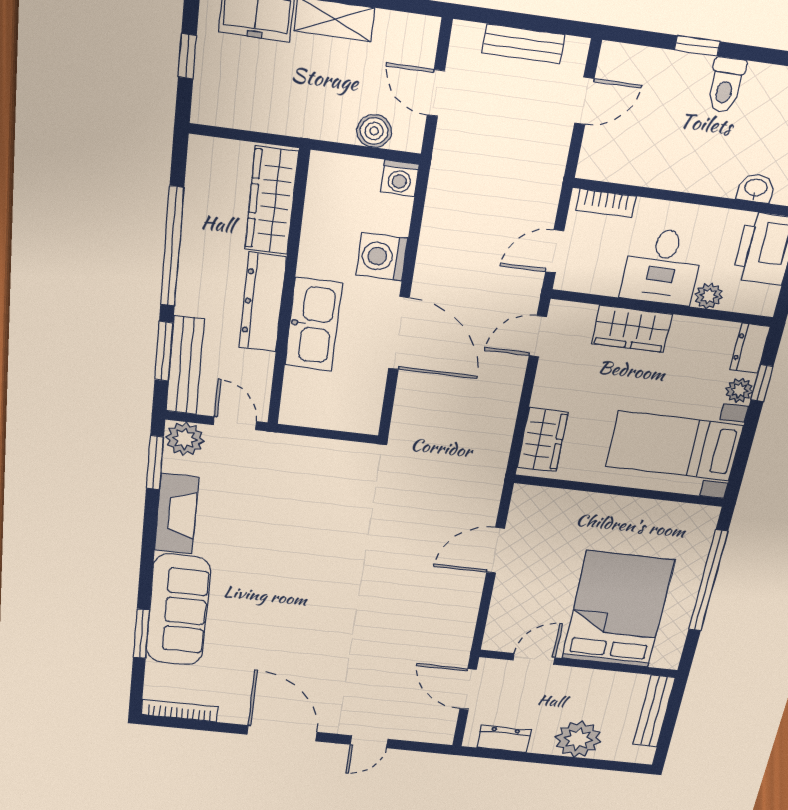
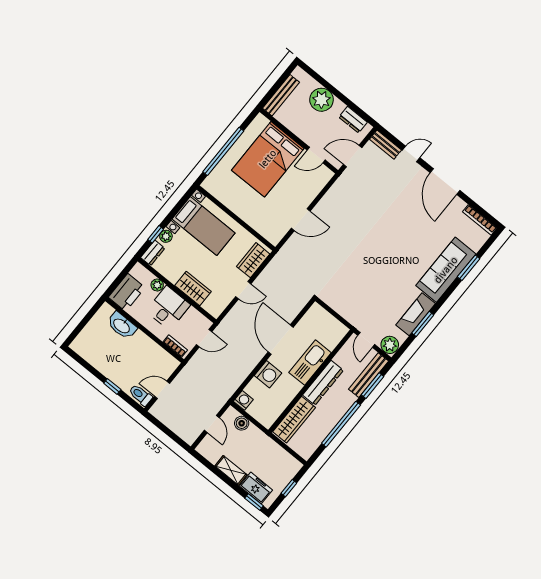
bench: (524, 44) -> (386, 145), moved
toilet: (726, 85) -> (140, 395), moved, turned -90
washbasin: (756, 188) -> (122, 326), width x1.91, depth x1.45
door: (538, 336) -> (243, 290), moved
window: (155, 463) -> (423, 324), moved
door: (468, 689) -> (353, 156), swing flipped

